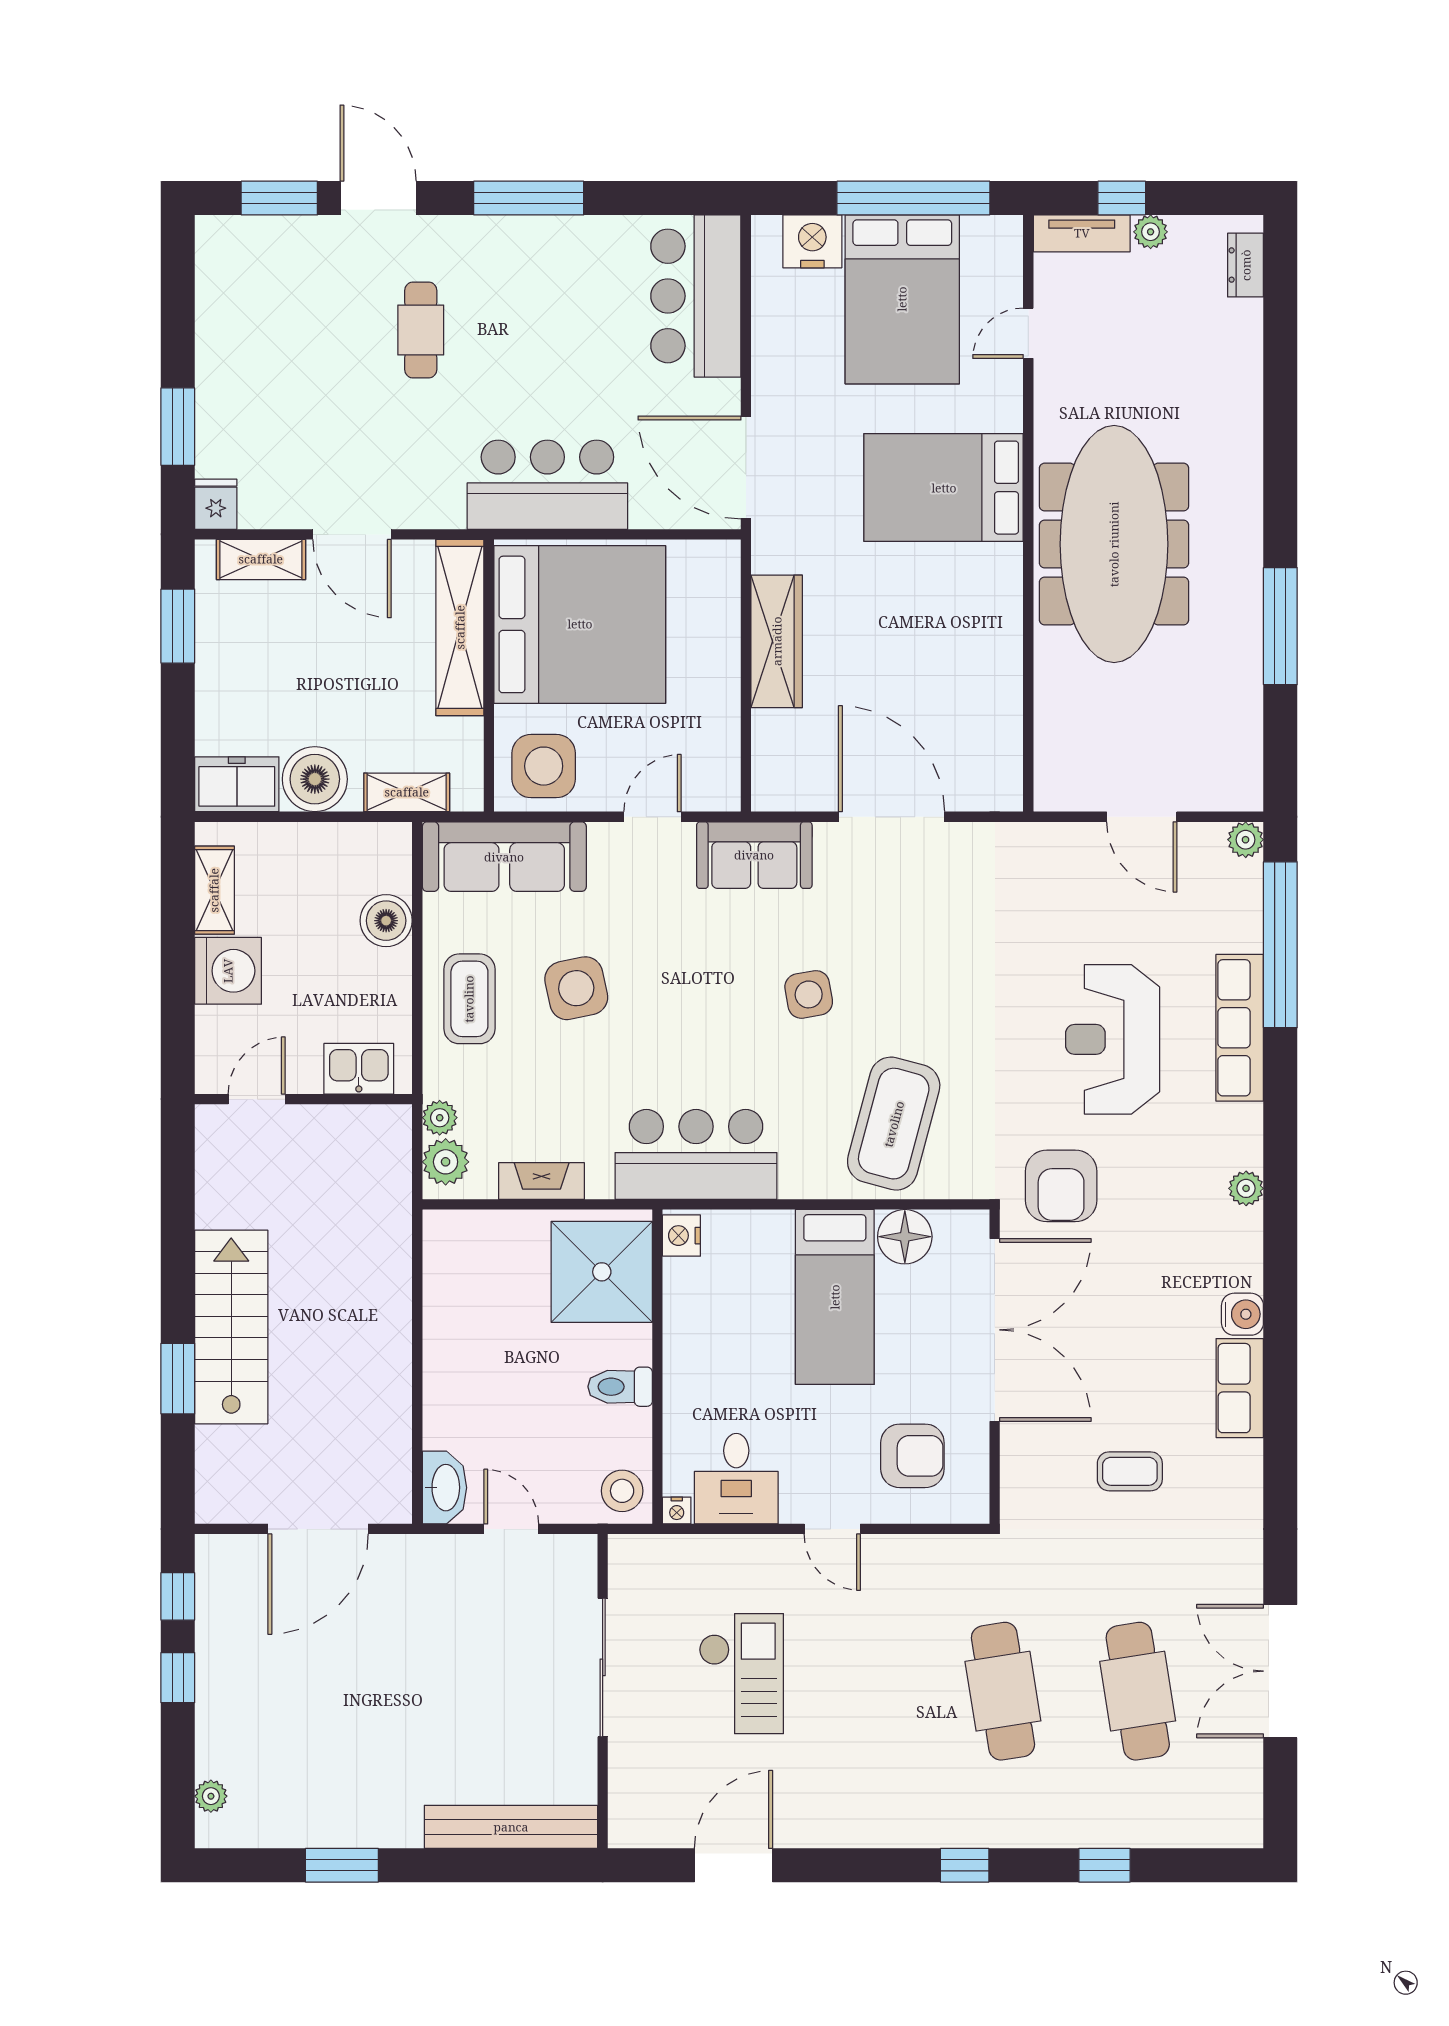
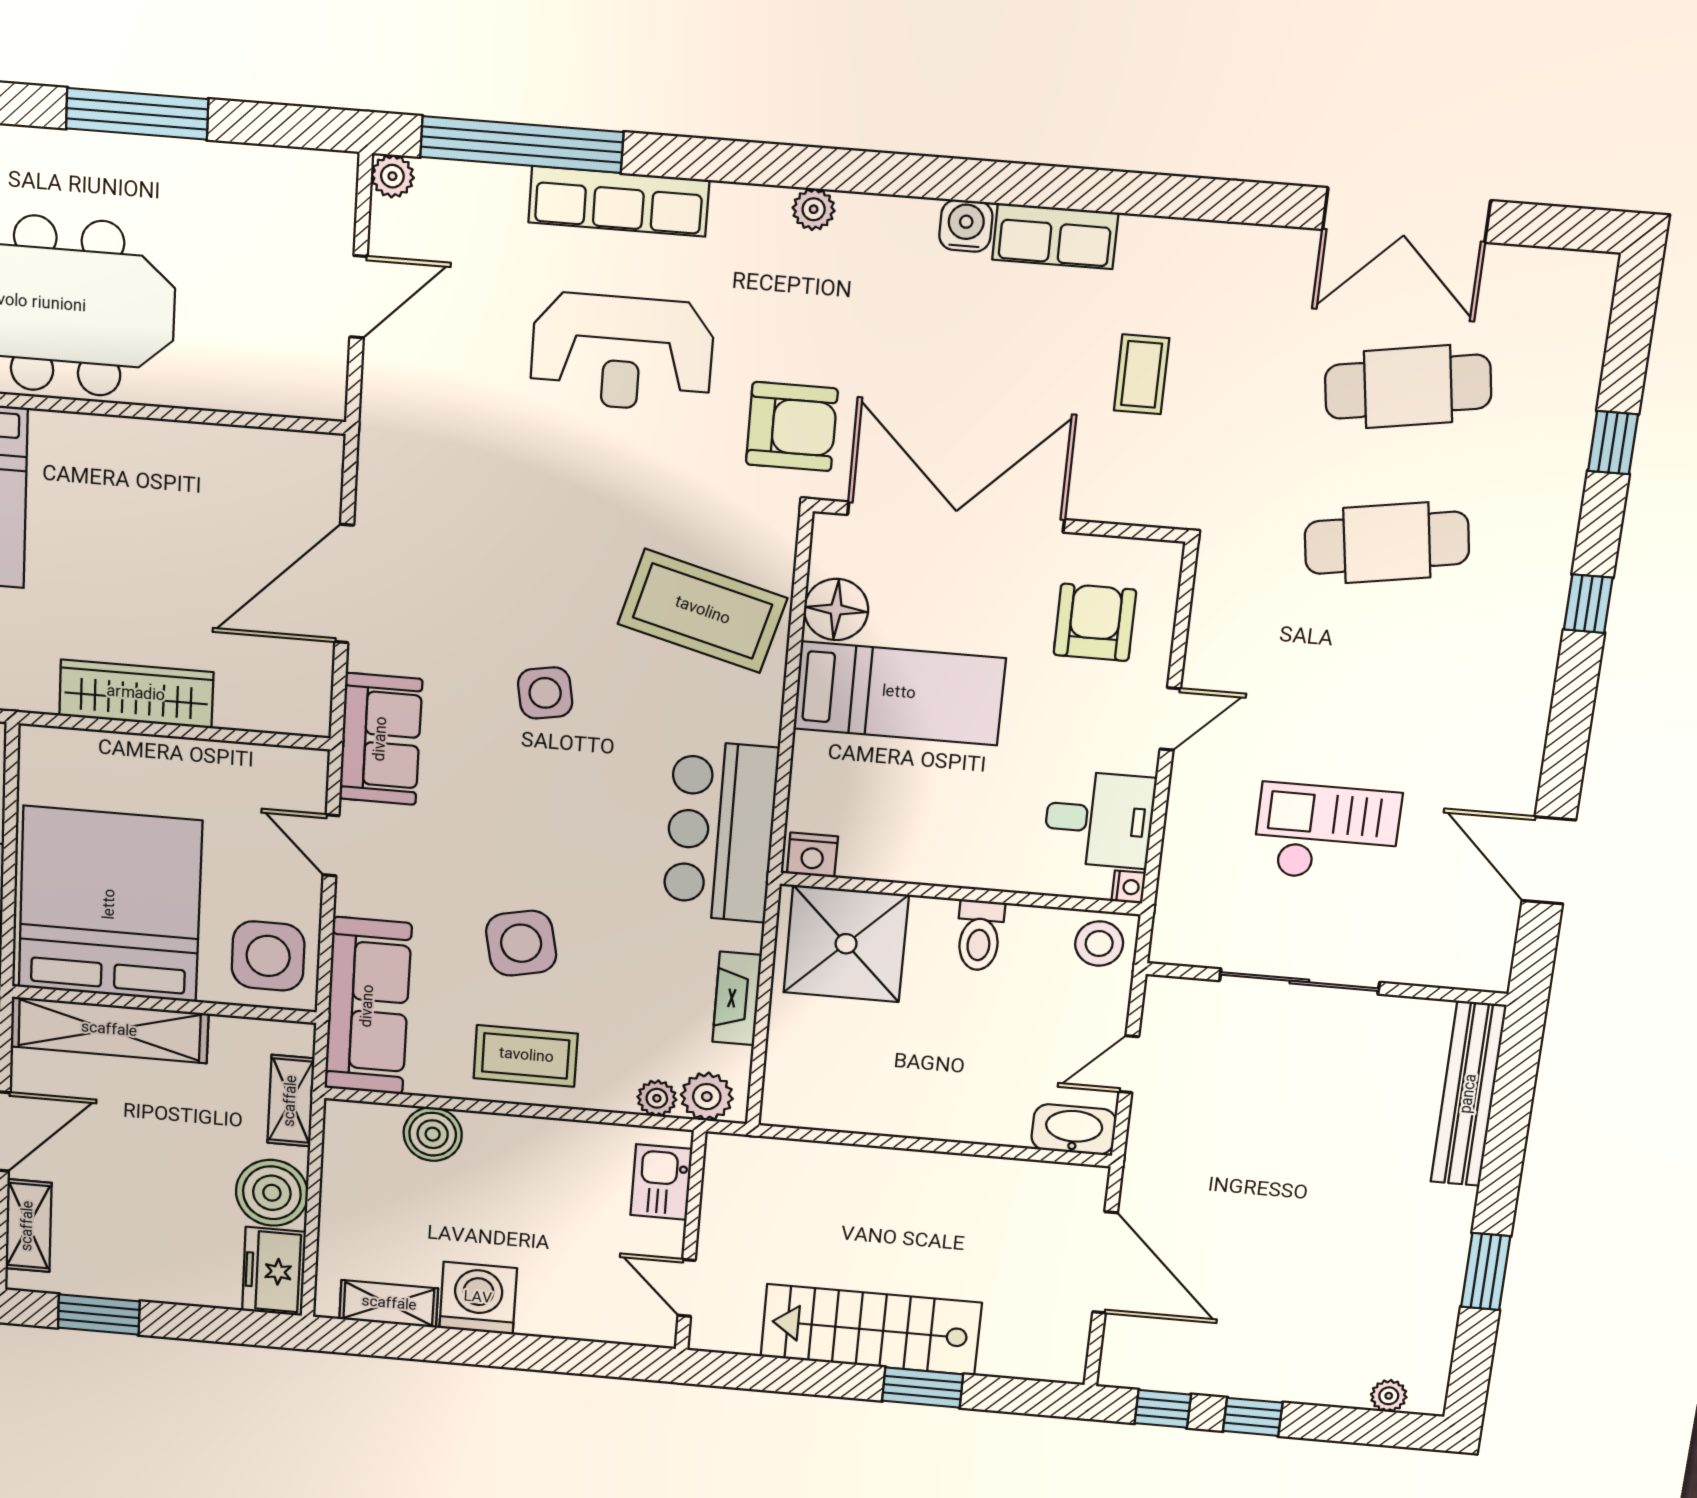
kitchen sink: (359, 1069) -> (661, 1182), moved
door: (257, 1099) -> (687, 1288), moved
wall: (303, 1099) -> (691, 1241), moved

